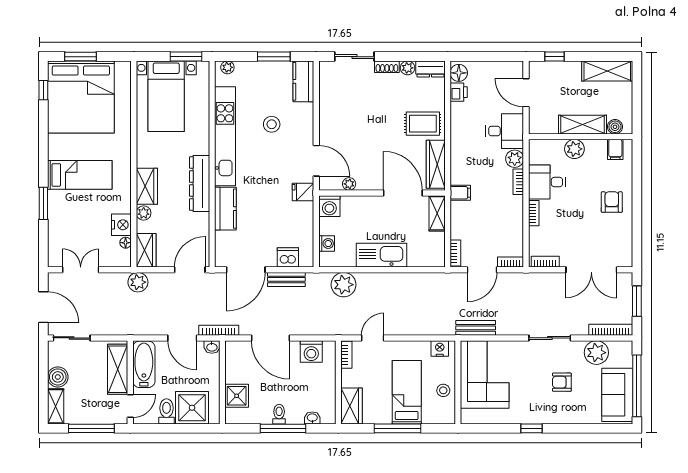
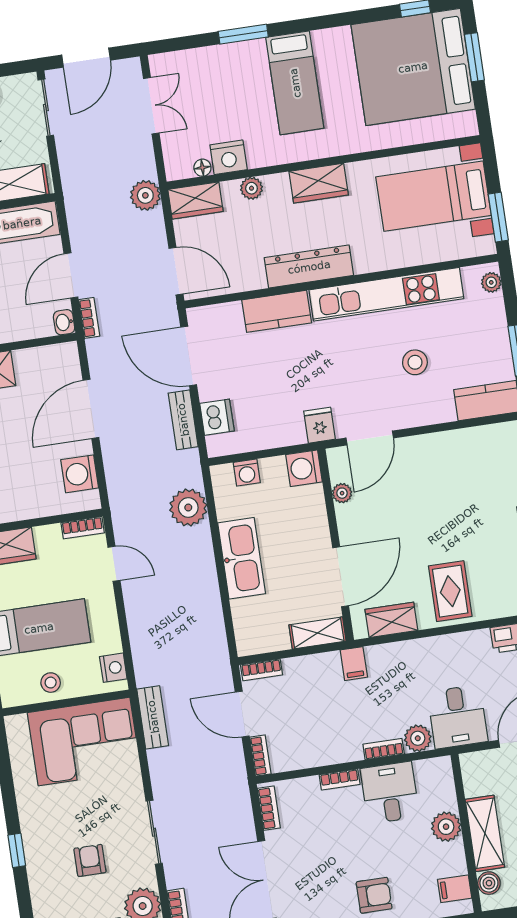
wardrobe: (436, 164) -> (391, 620), width x0.67
wardrobe: (147, 186) -> (319, 183), moved
bookcase: (219, 330) -> (89, 318), width x0.64
window: (531, 428) -> (17, 850), moved

